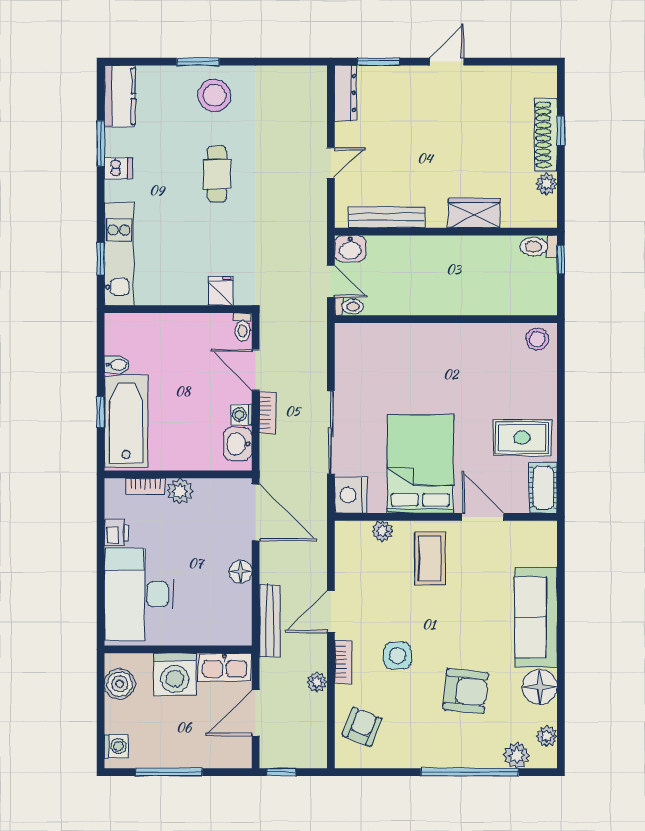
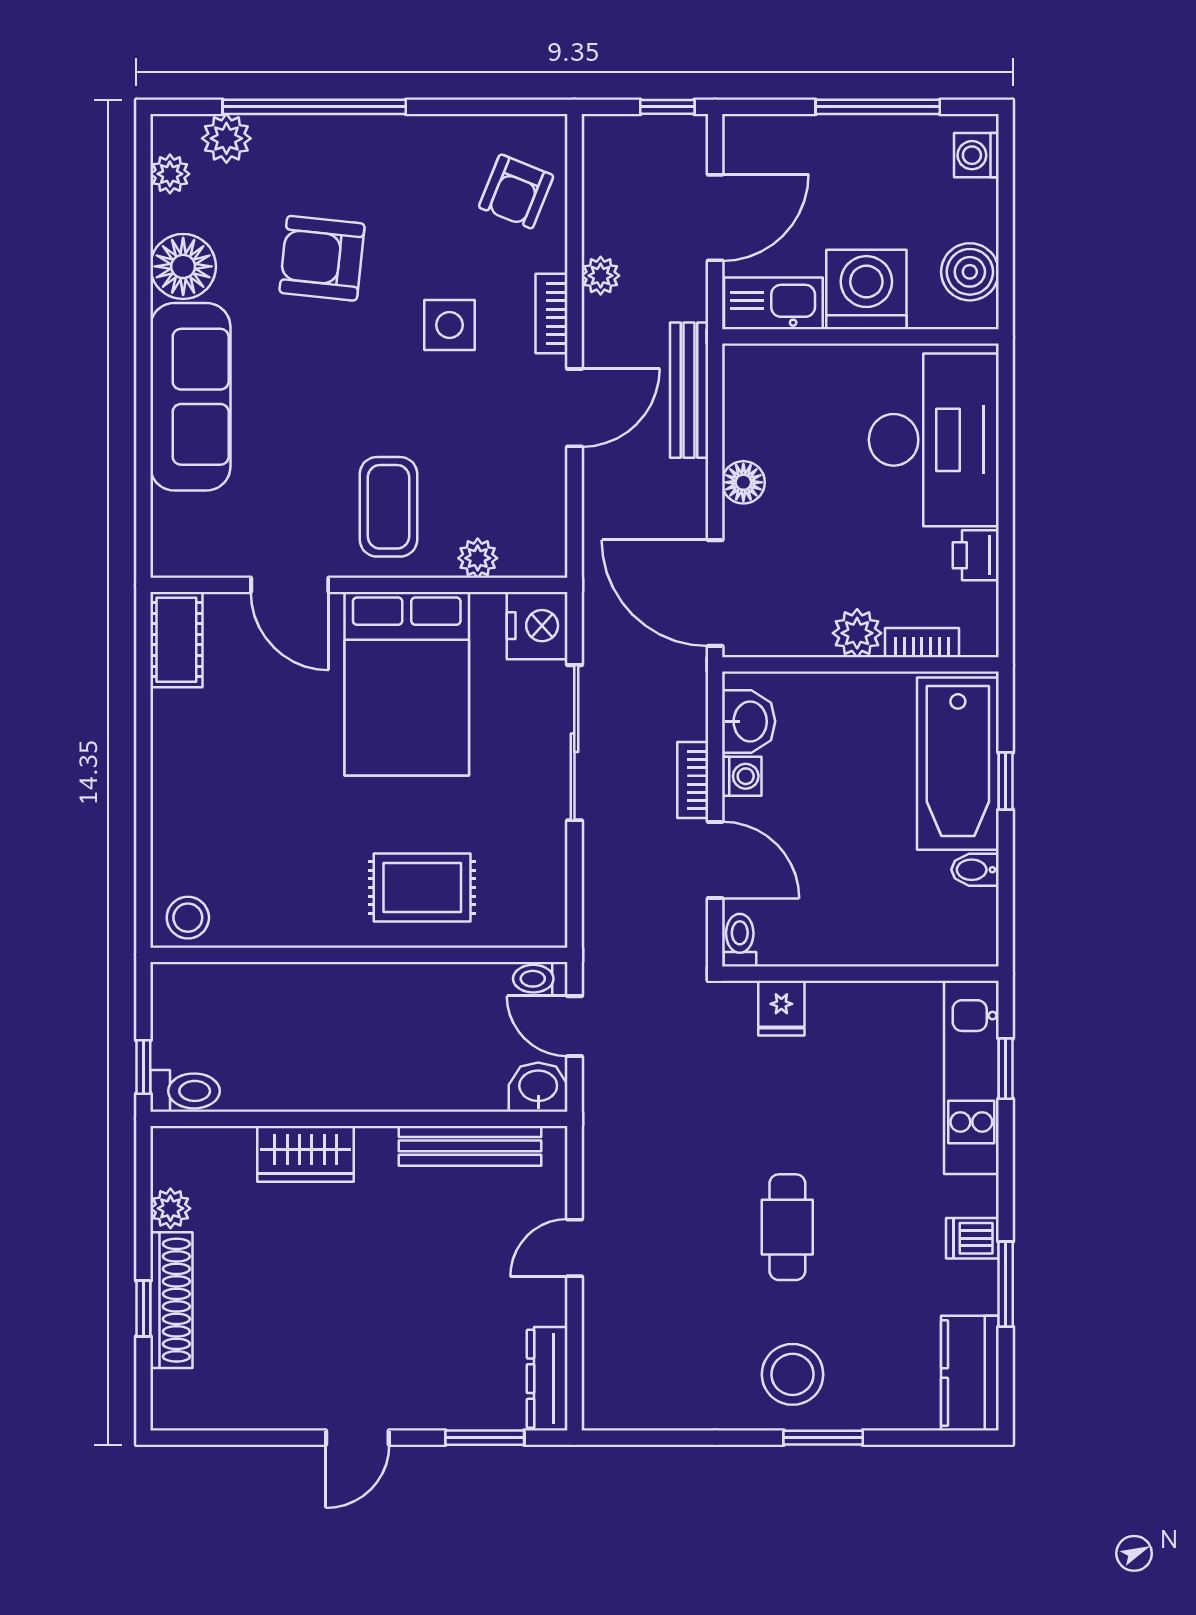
rug: (522, 438) -> (422, 888), moved

